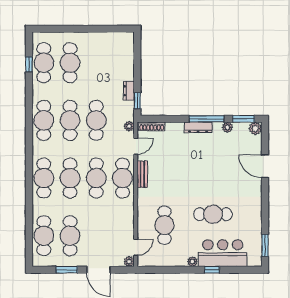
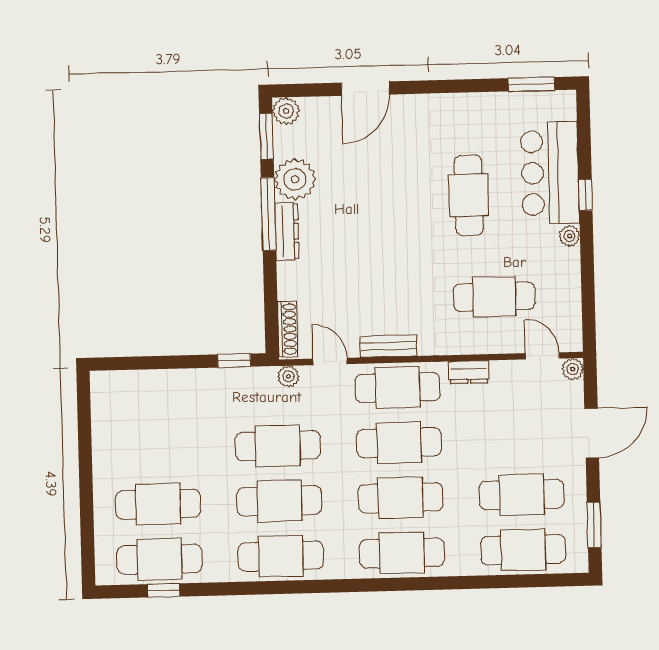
dresser: (129, 91) -> (469, 372), moved
plant: (227, 127) -> (295, 179), width x1.87, depth x1.87
window: (67, 270) -> (594, 525), moved

